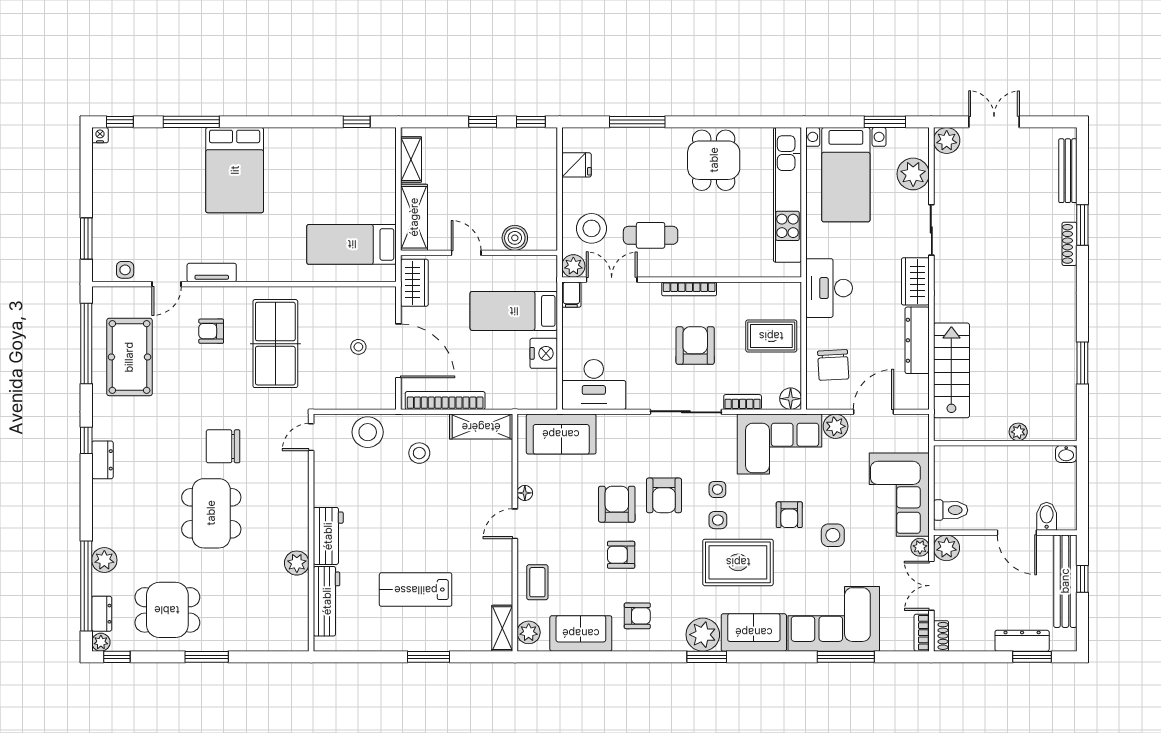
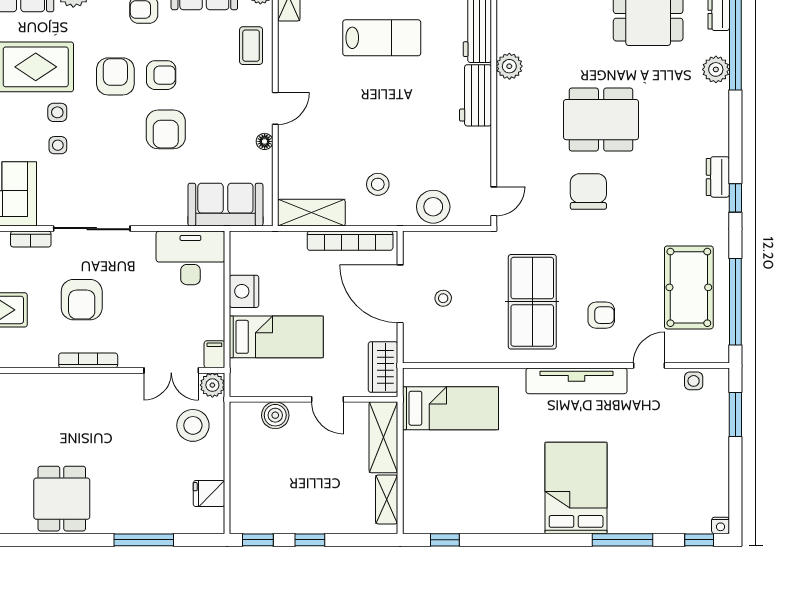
cafe table: (651, 235) -> (130, 418), removed
tv unit: (212, 273) -> (576, 381), width x1.92, depth x1.29
chair: (223, 446) -> (588, 192), turned -90
armchair: (664, 495) -> (115, 76), moved
dining table: (211, 513) -> (601, 120), turned 90

